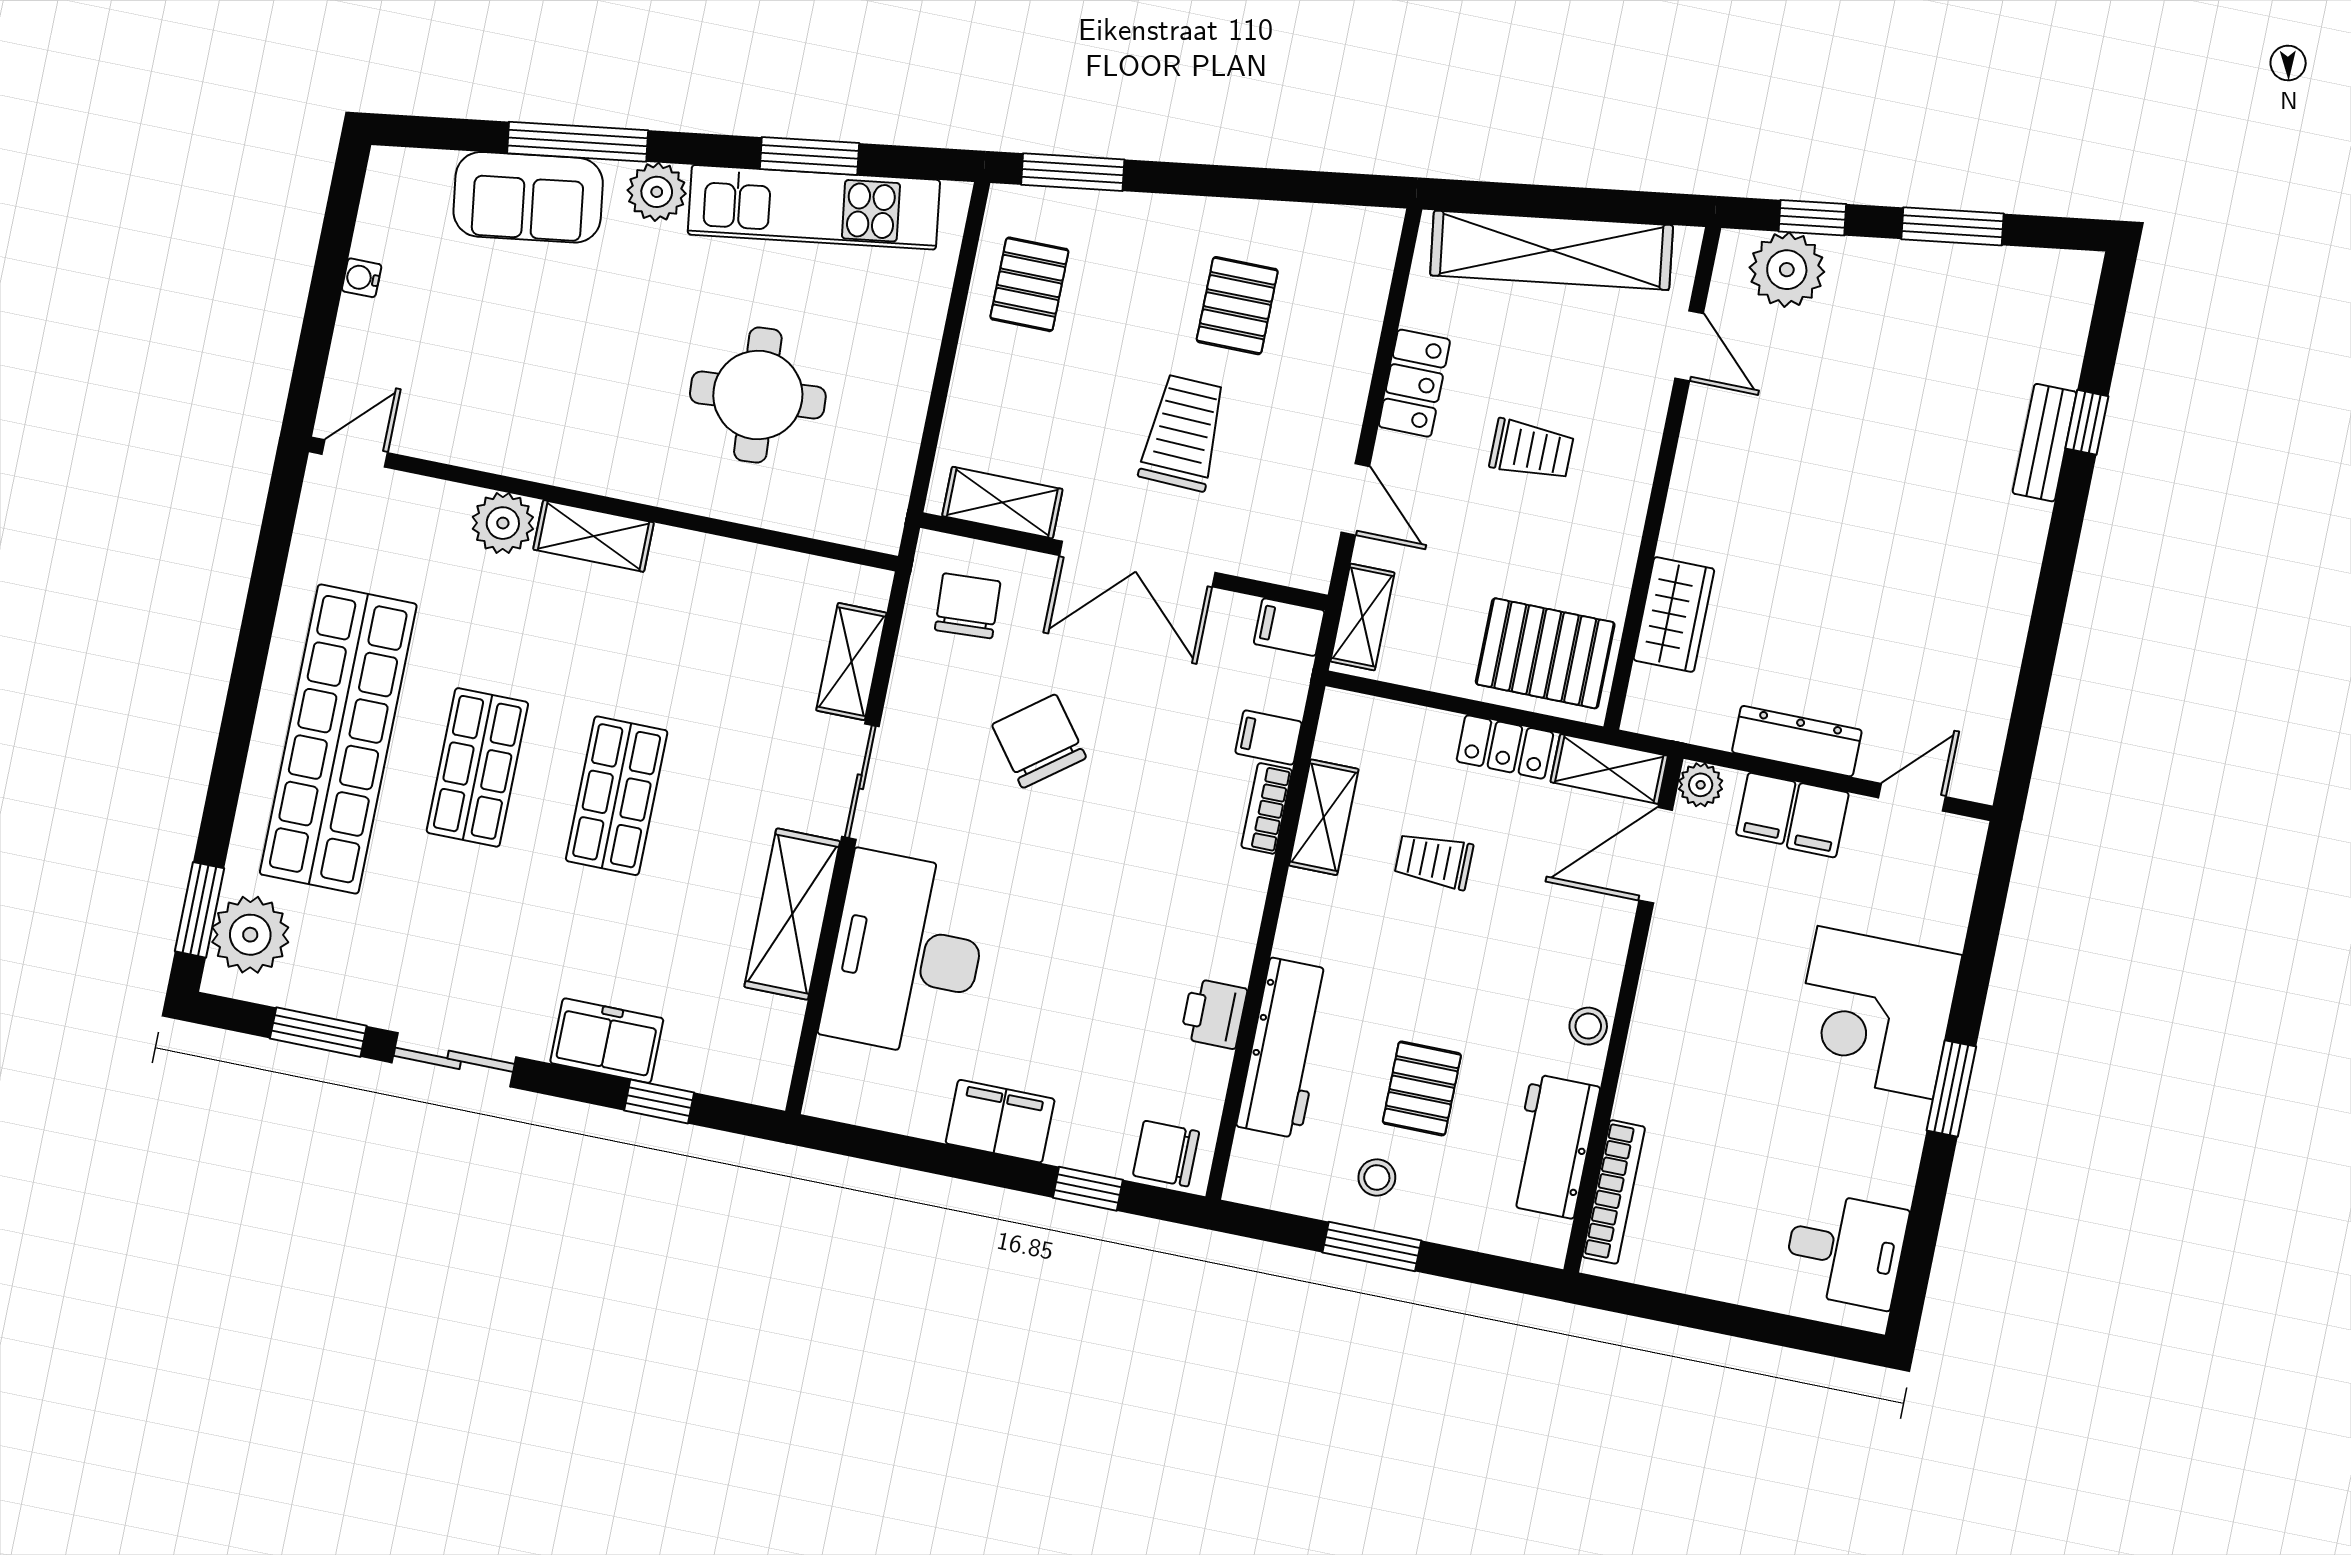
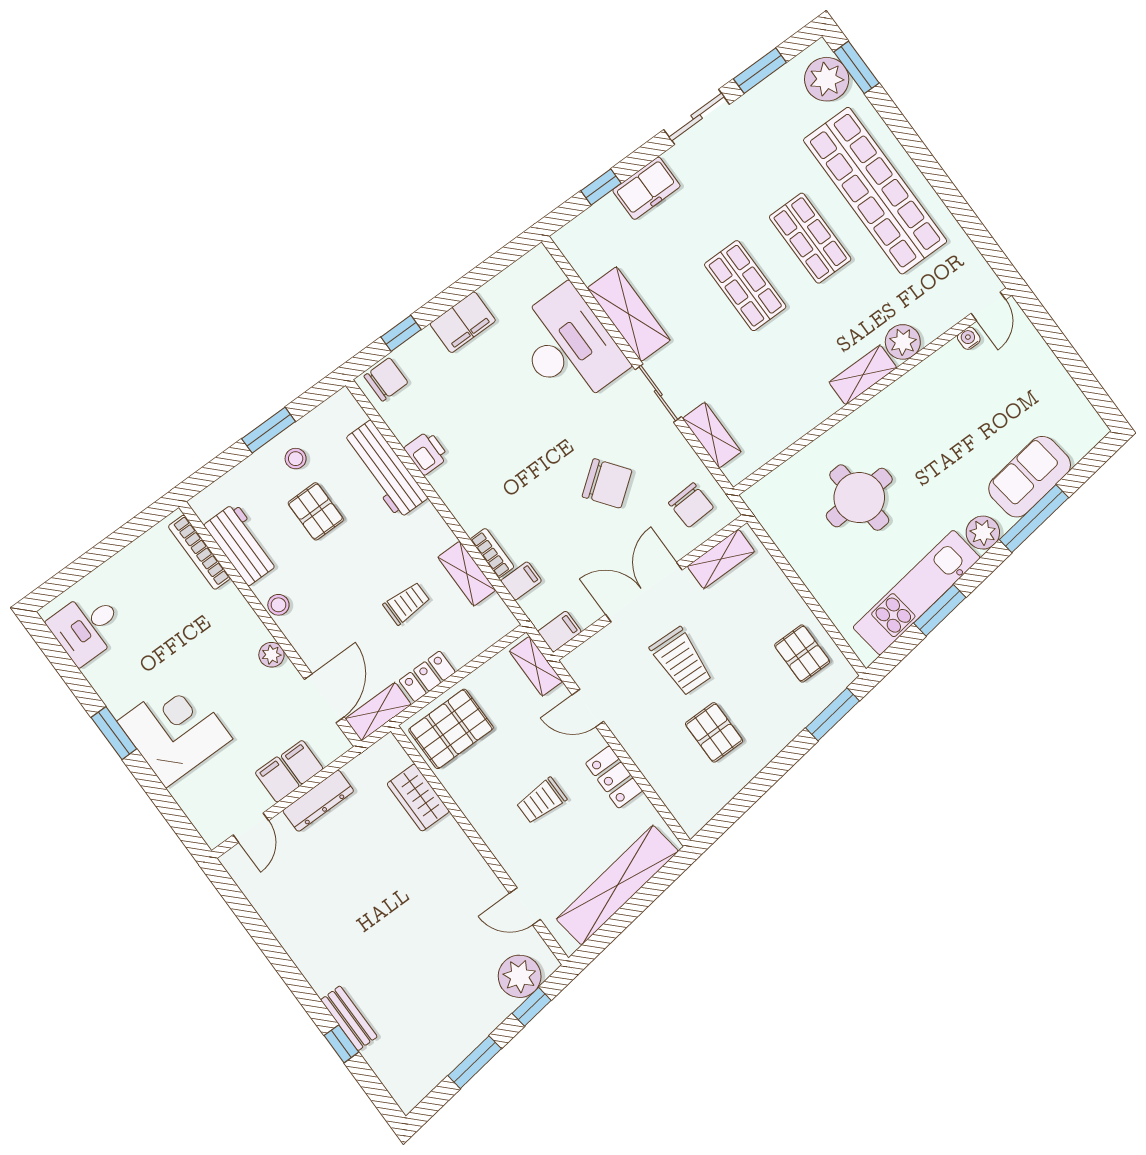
water cooler: (362, 278) -> (969, 338), moved, turned -90
plant: (1701, 785) -> (271, 655), moved

